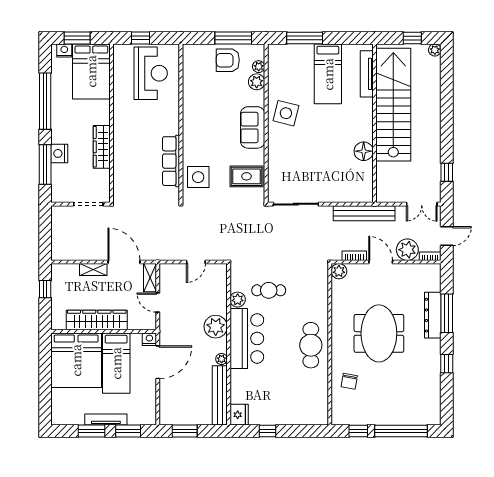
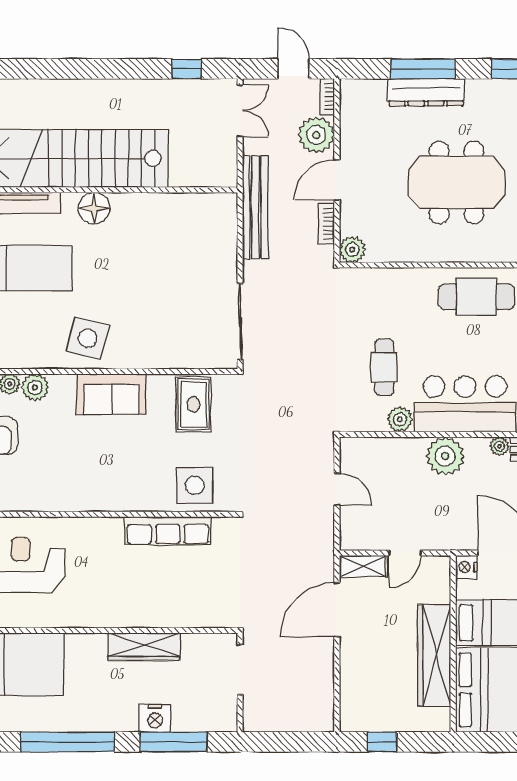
floor lamp: (364, 151) -> (94, 208), moved
shelving: (93, 270) -> (350, 661), removed

